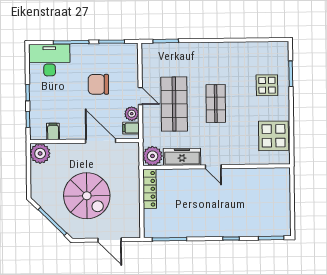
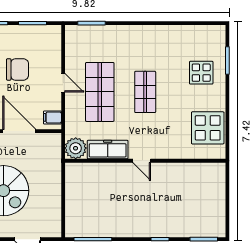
chair: (98, 84) -> (17, 69), turned 180
plant: (132, 114) -> (53, 102), removed
locker: (150, 189) -> (72, 184), removed

